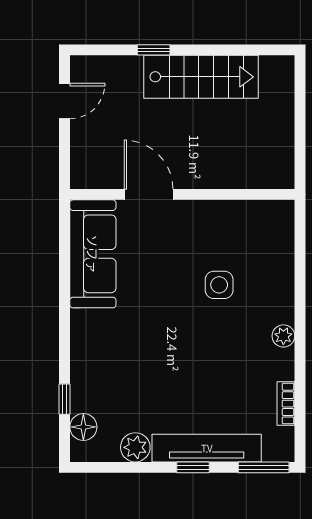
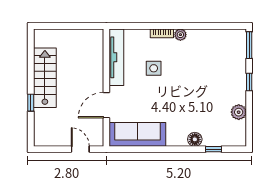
door: (65, 101) -> (80, 149), moved
bookcase: (286, 404) -> (162, 33), moved
floor lamp: (83, 427) -> (195, 139), moved
tv unit: (207, 448) -> (116, 57), moved, turned 180

